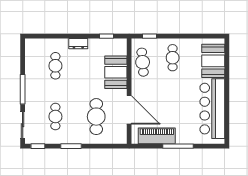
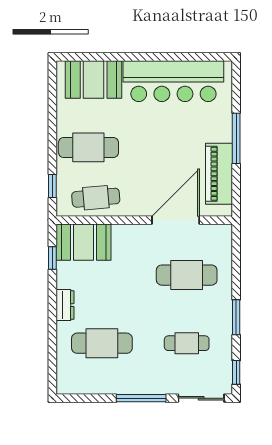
cafe table: (173, 58) -> (88, 147), width x1.37, depth x1.35
cafe table: (55, 66) -> (102, 343), width x1.37, depth x1.35
booth: (116, 72) -> (83, 242), moved

